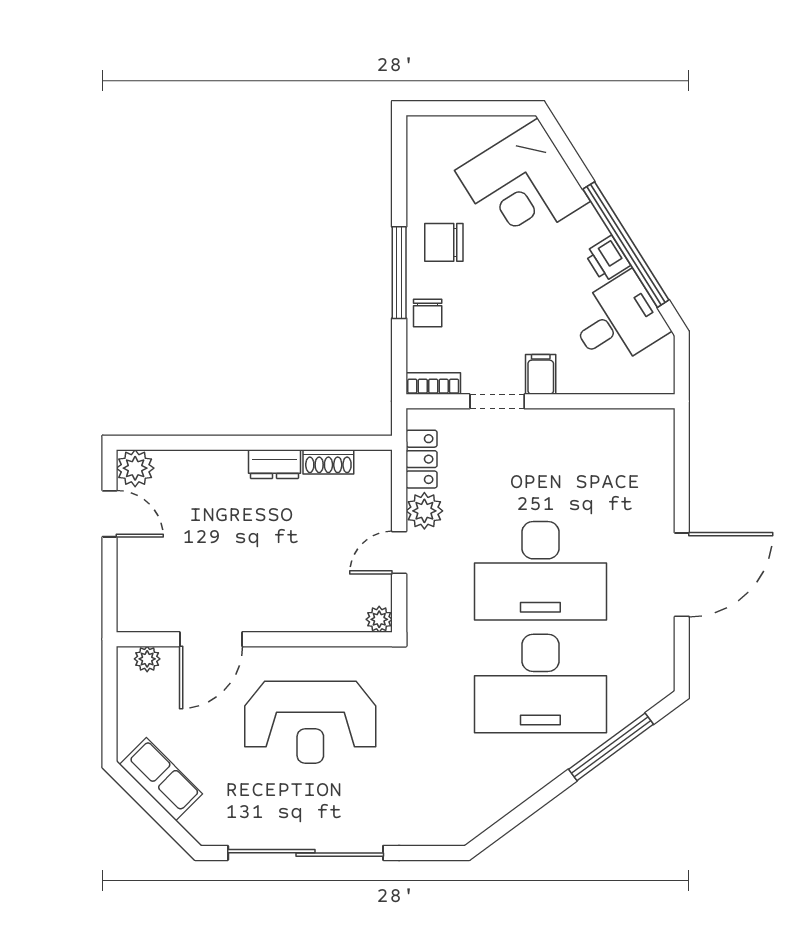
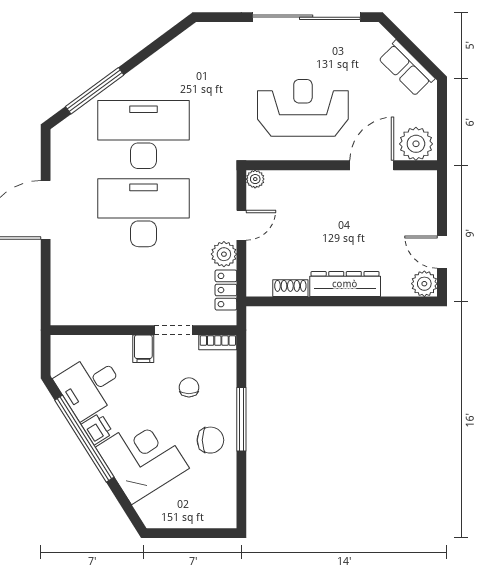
corner desk: (522, 186) -> (142, 458), moved
chair: (428, 313) -> (189, 387), moved
dresser: (274, 464) -> (345, 284), width x1.96, depth x1.24
plant: (147, 659) -> (416, 144), width x1.87, depth x1.87

